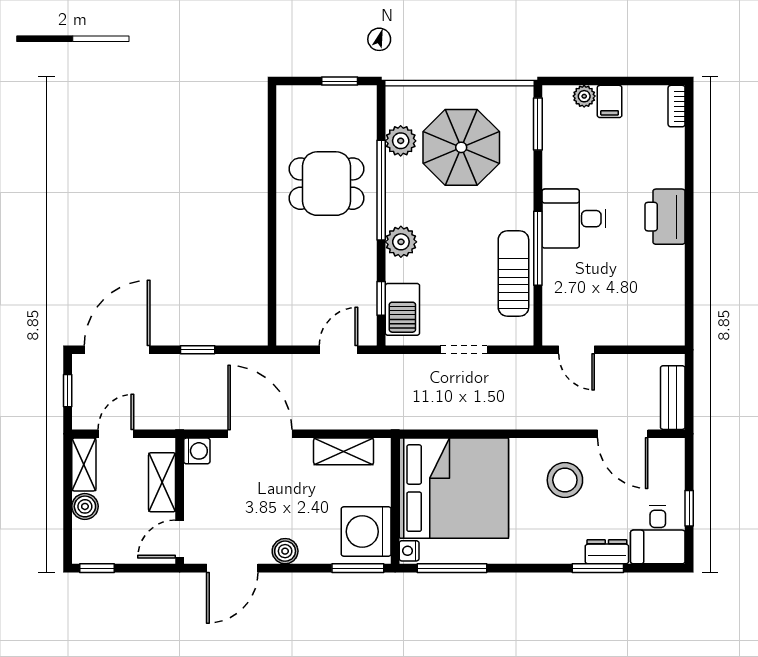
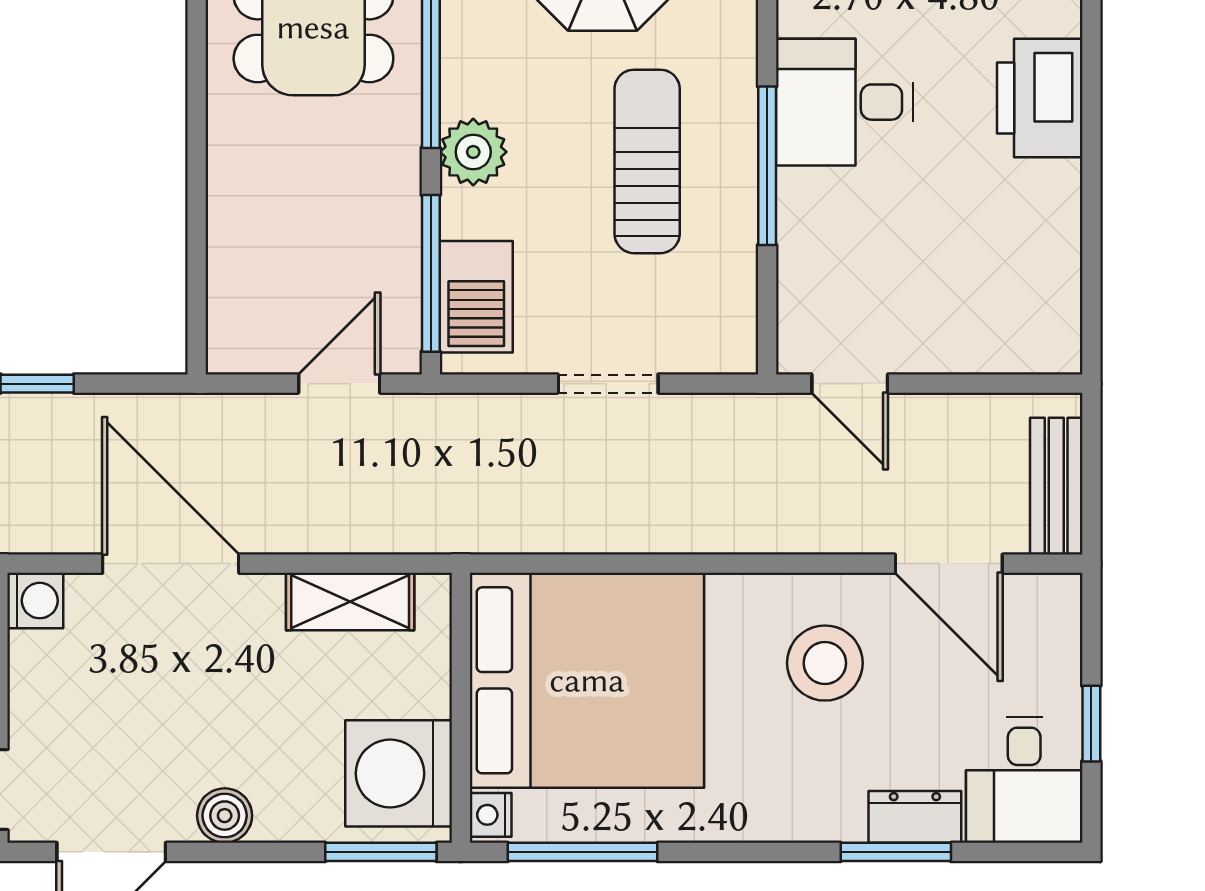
sun lounger: (513, 273) -> (647, 161), moved
window: (381, 298) -> (431, 273), width x2.17

